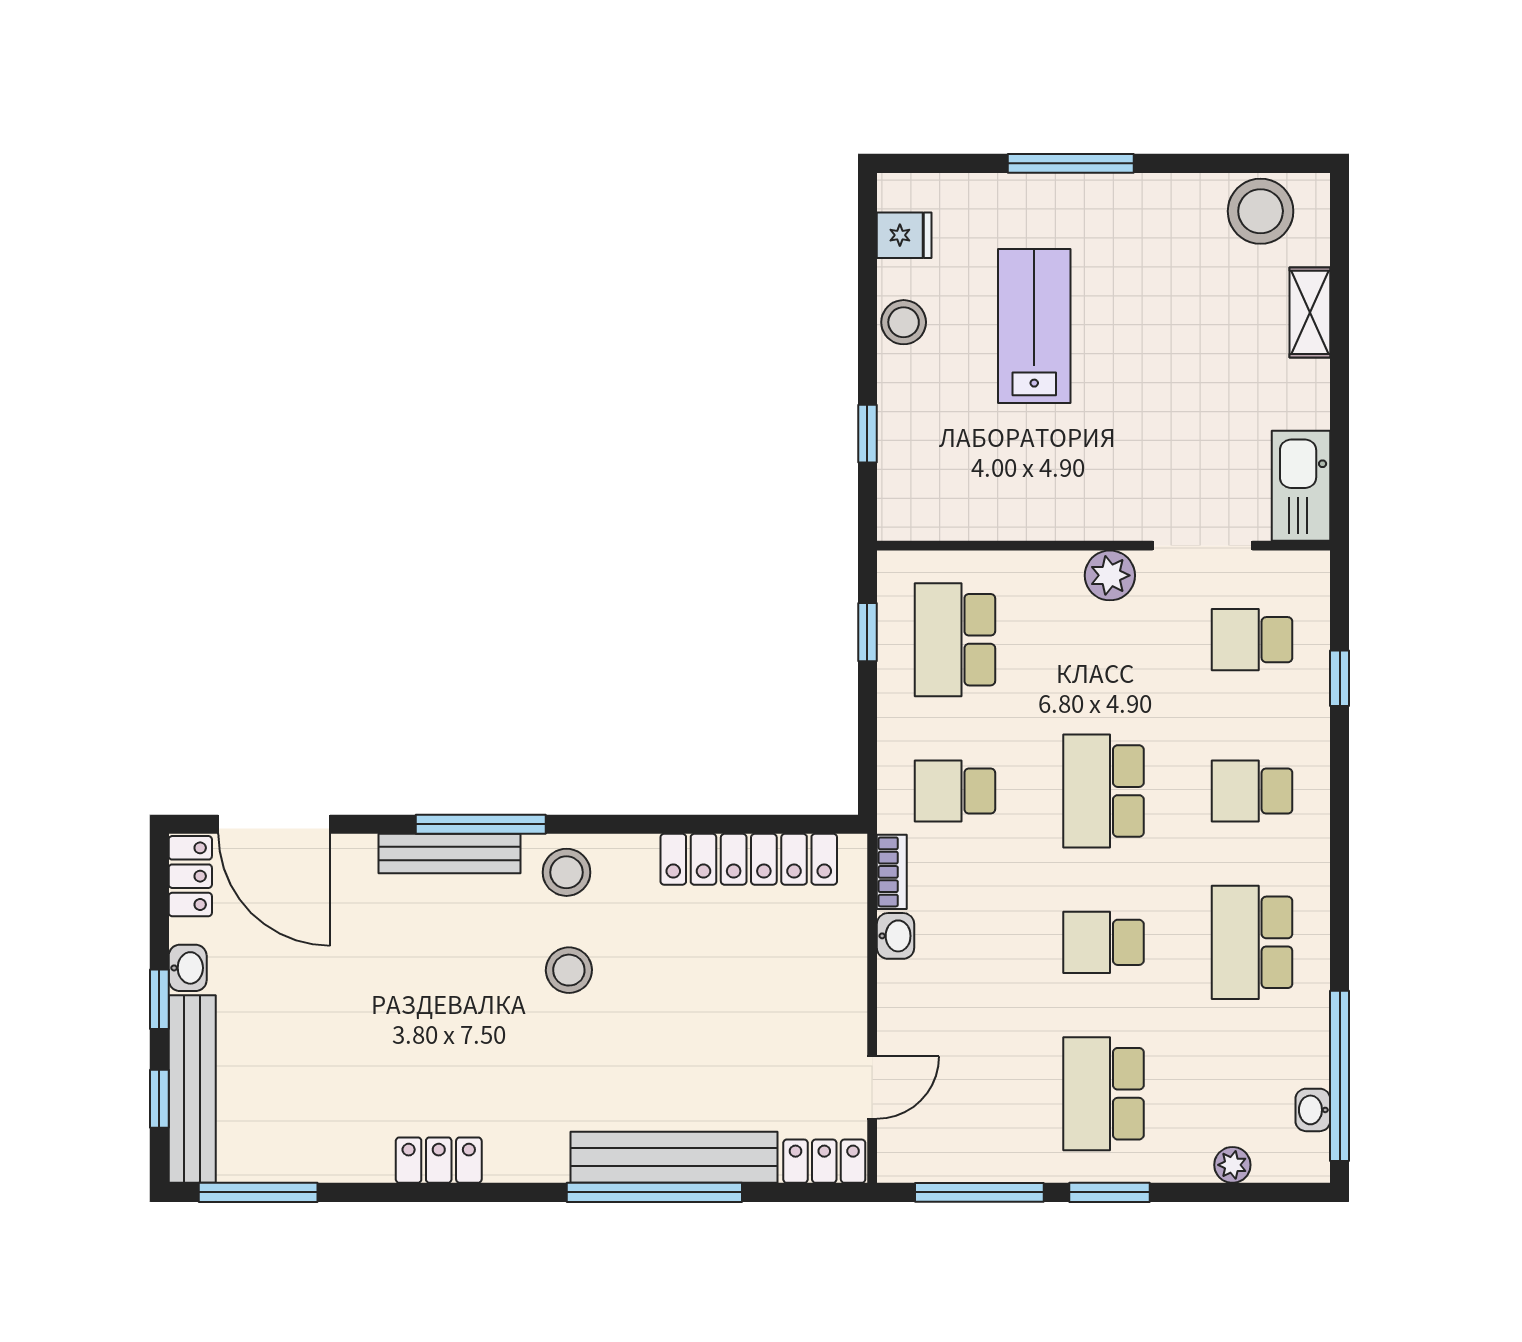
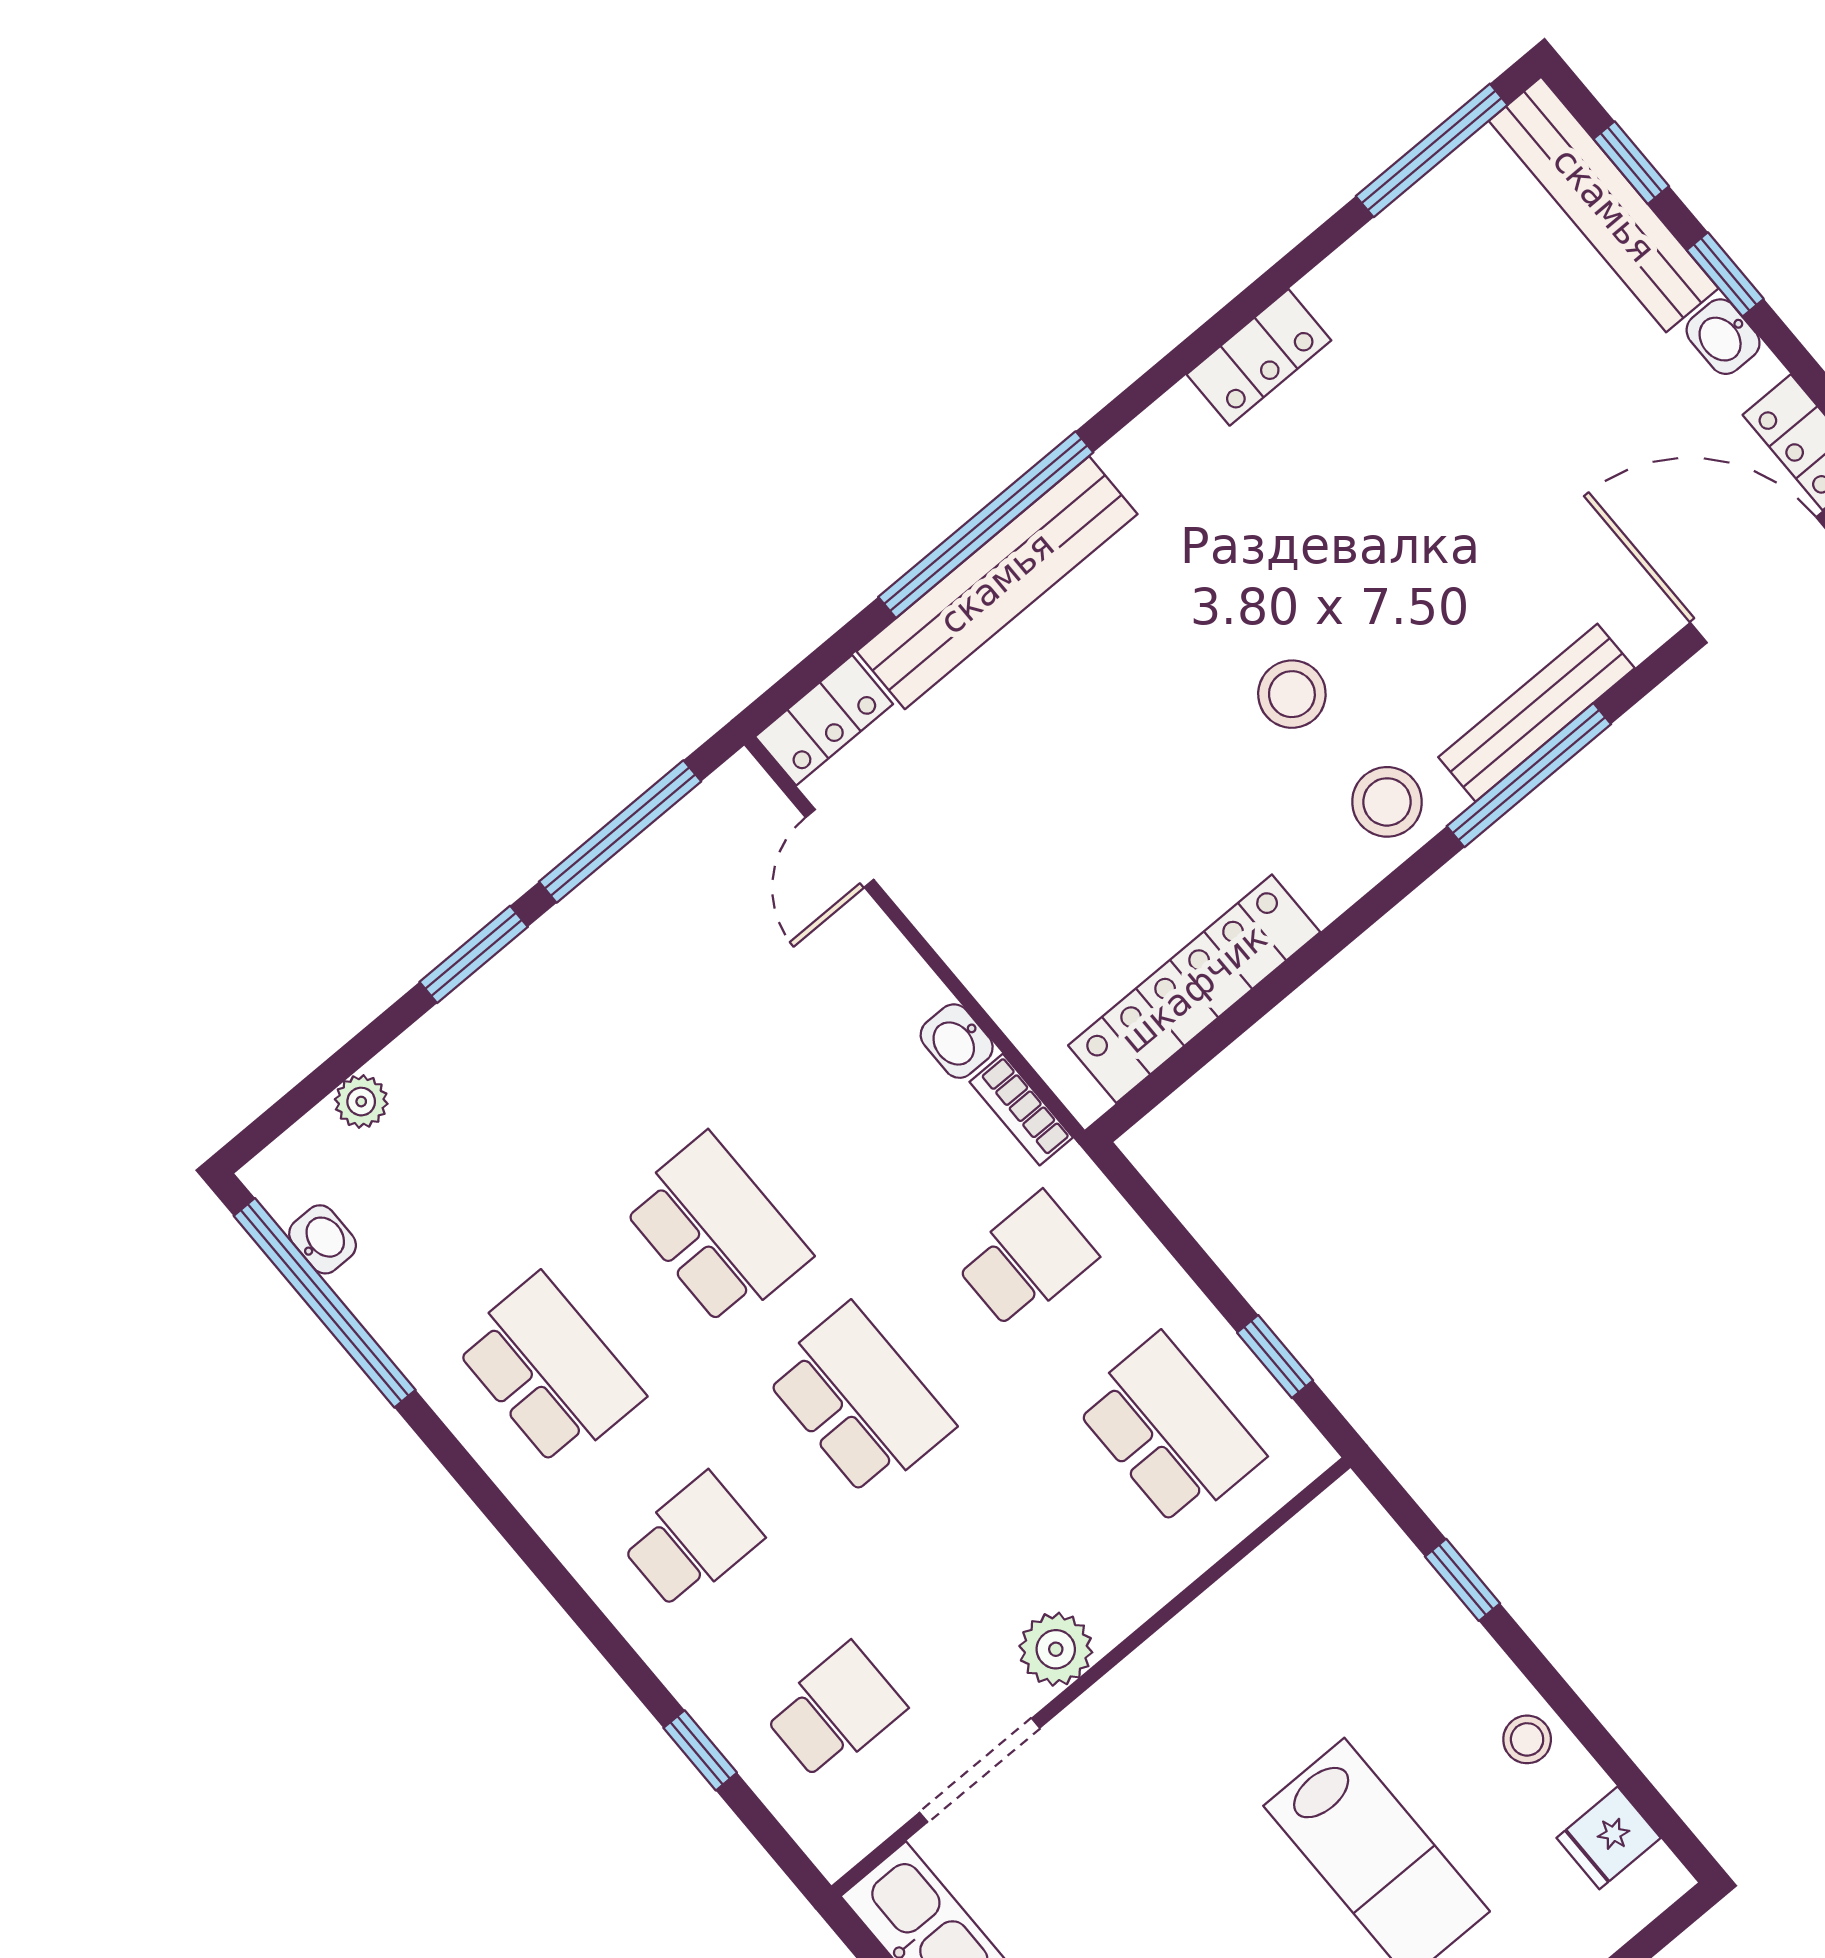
stool: (904, 322) -> (1527, 1739), width x0.73, depth x0.73
school desk: (1103, 942) -> (716, 1230), width x1.85
school desk: (1103, 1094) -> (573, 1060), removed

